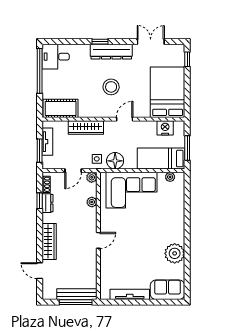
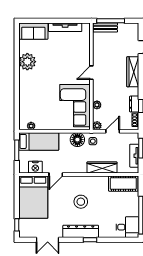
door: (125, 119) -> (56, 174), moved
corner sofa: (132, 190) -> (75, 106), moved, turned -90
bench: (77, 294) -> (105, 27), width x0.73

